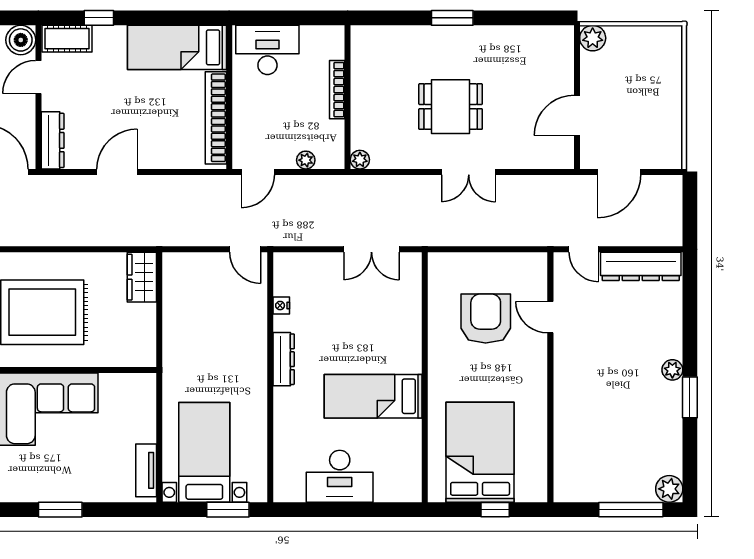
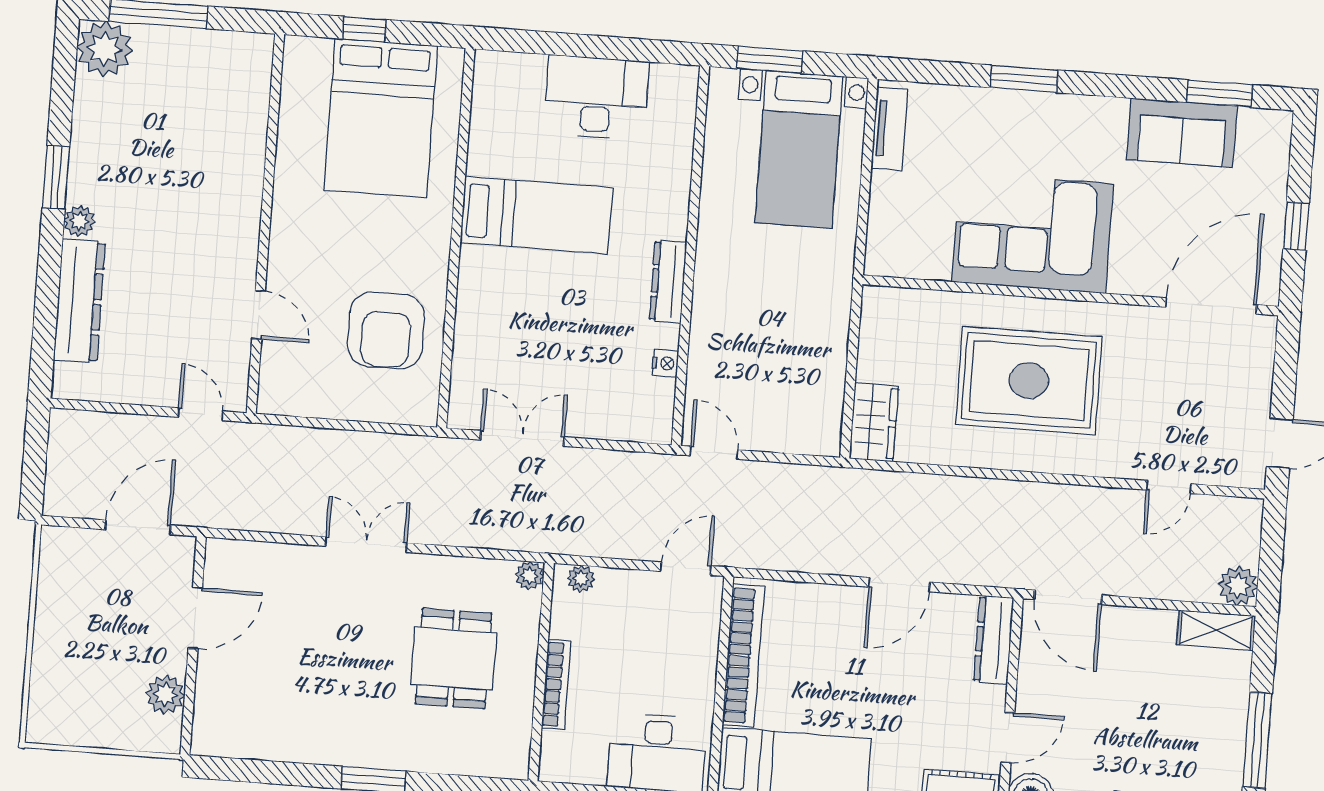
plant: (593, 38) -> (165, 694), moved
dining table: (451, 107) -> (453, 659), moved, turned 90
plant: (306, 160) -> (581, 579), moved
dresser: (641, 266) -> (79, 301), moved, turned 90
armchair: (486, 319) -> (386, 330), moved
plant: (669, 489) -> (105, 49), width x1.36, depth x1.36

